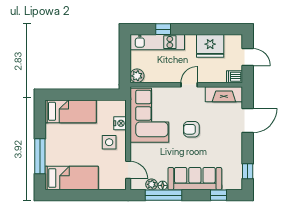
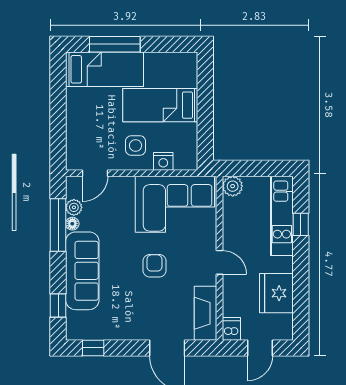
bed: (71, 111) -> (160, 105), moved, turned 90
bed: (72, 178) -> (105, 69), moved, turned -90

